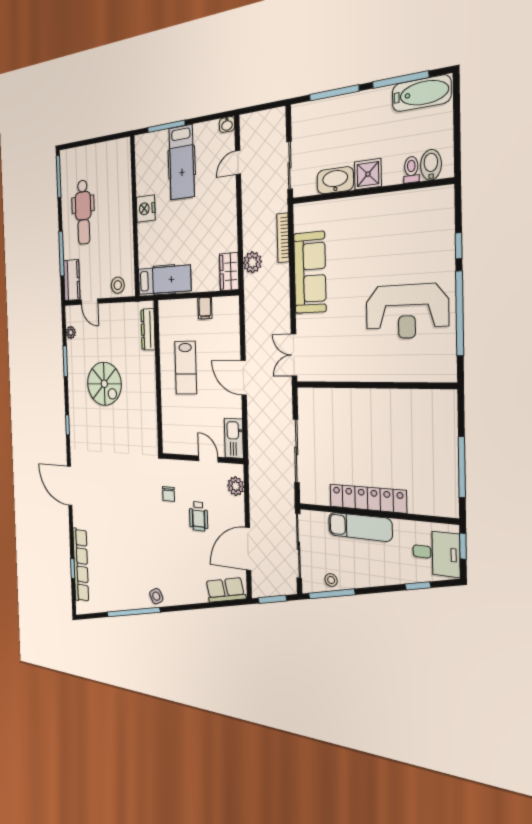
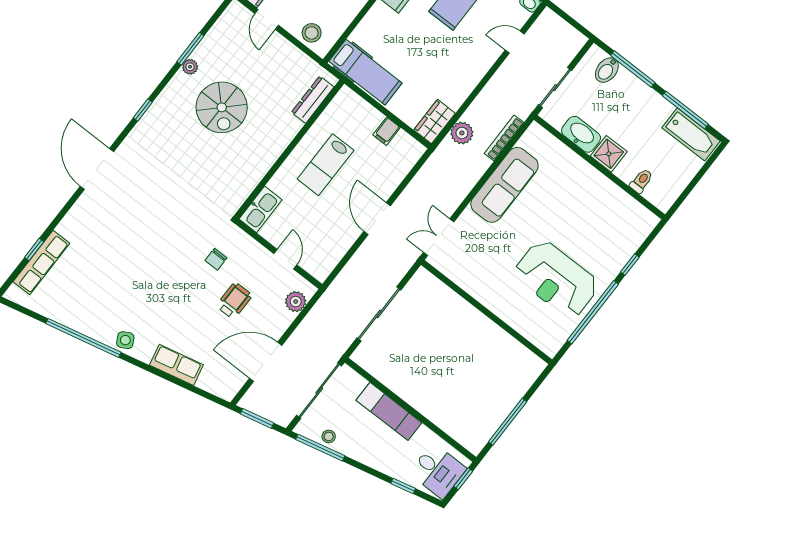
bidet: (431, 165) -> (607, 70), moved, turned 180
plant: (71, 332) -> (190, 67), moved
kitchen sink: (234, 438) -> (260, 209), moved, turned 180
locker: (368, 498) -> (413, 394), removed
wheelchair: (199, 516) -> (234, 301), turned 180
row of seats: (81, 565) -> (41, 263), width x0.73
row of seats: (225, 590) -> (176, 365), moved

